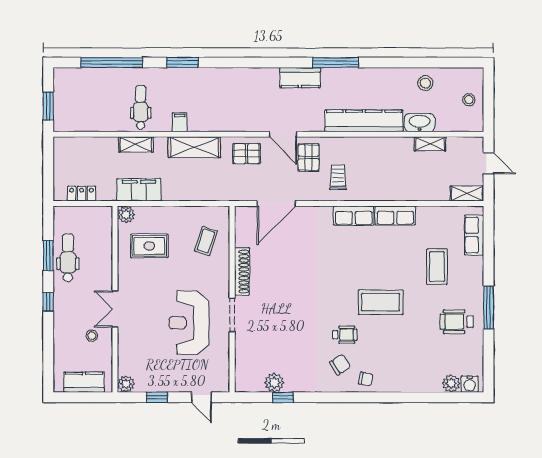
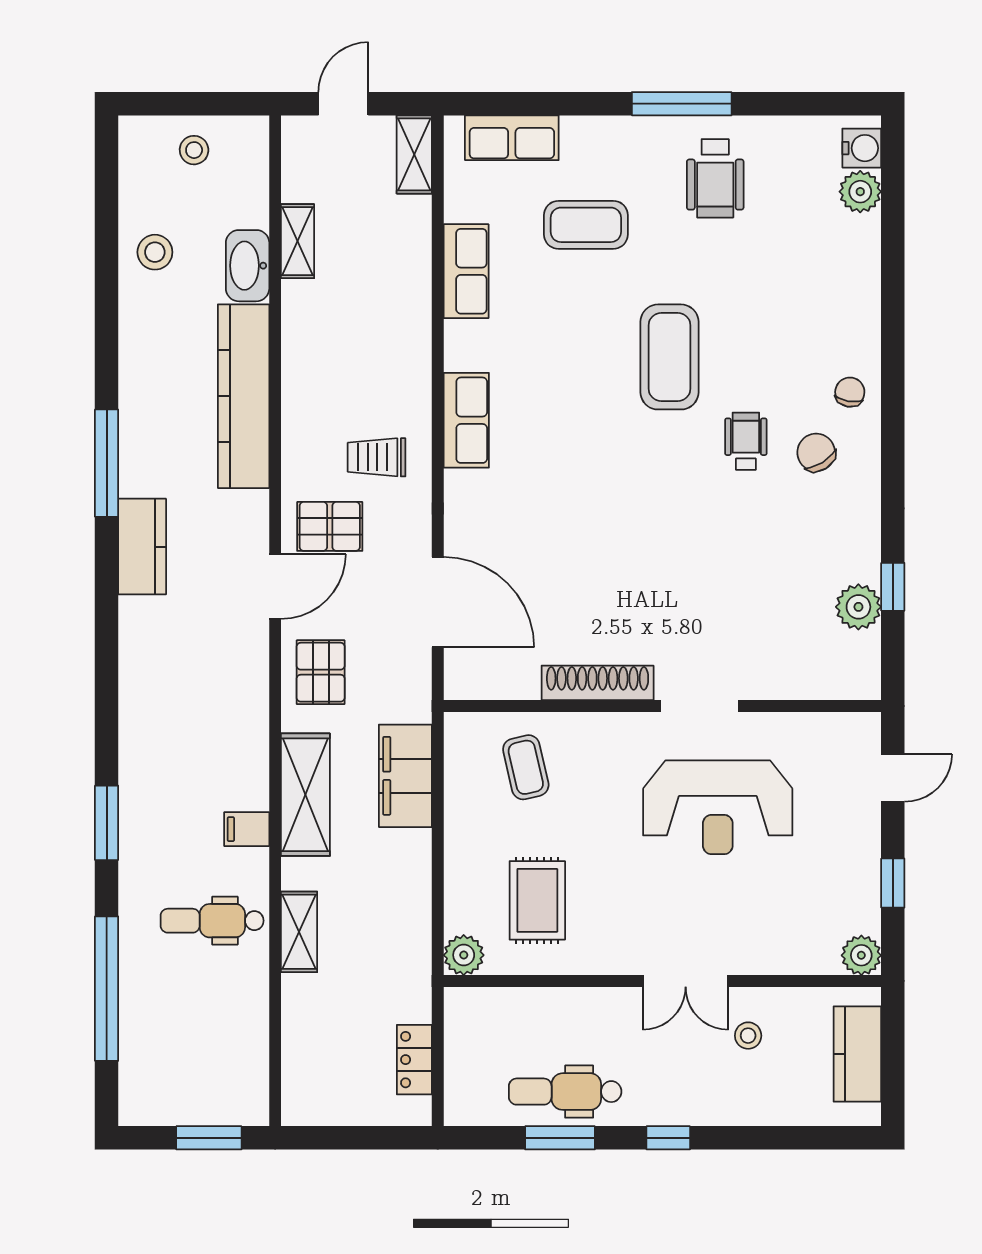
filing cabinet: (139, 190) -> (405, 776), moved
row of seats: (395, 216) -> (466, 271), moved
coffee table: (206, 241) -> (526, 767), turned 59

